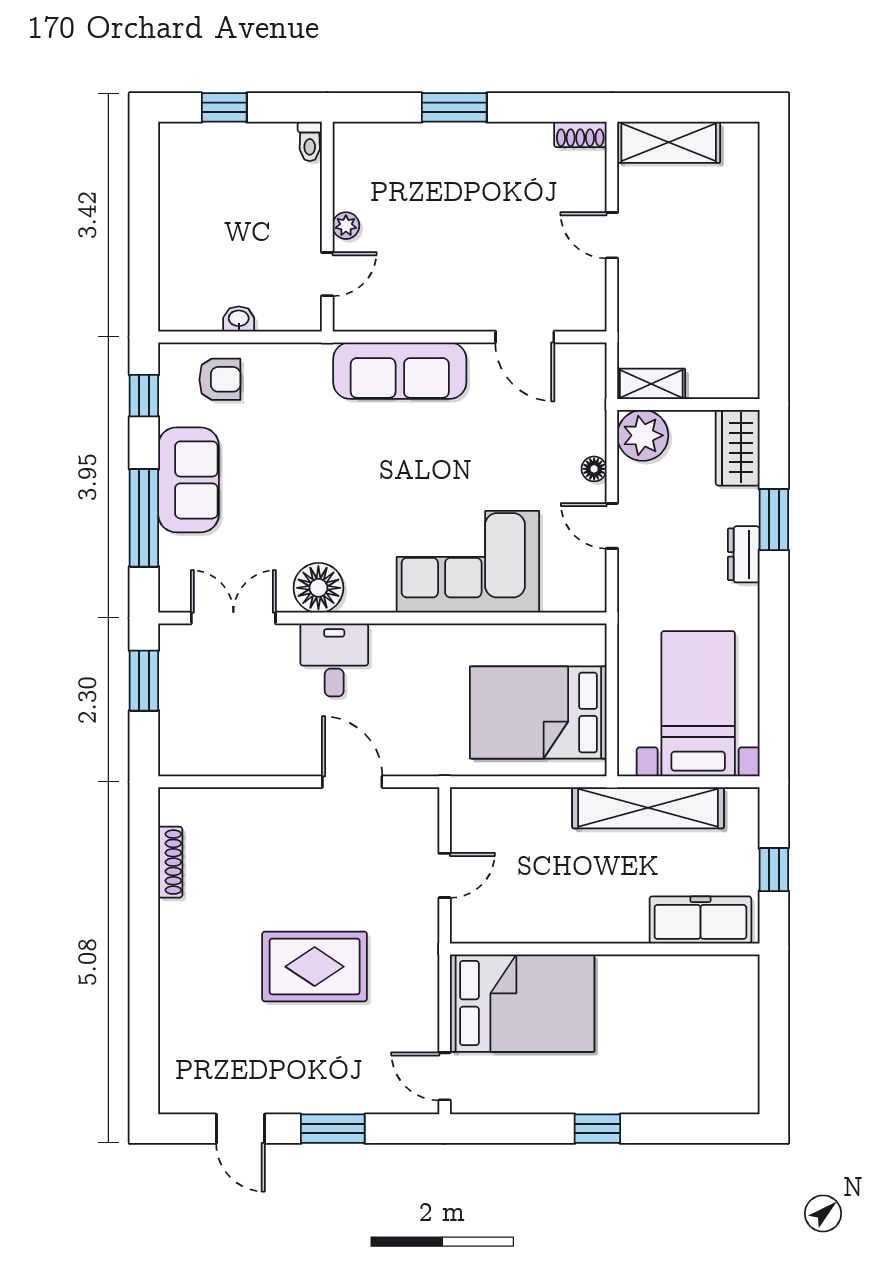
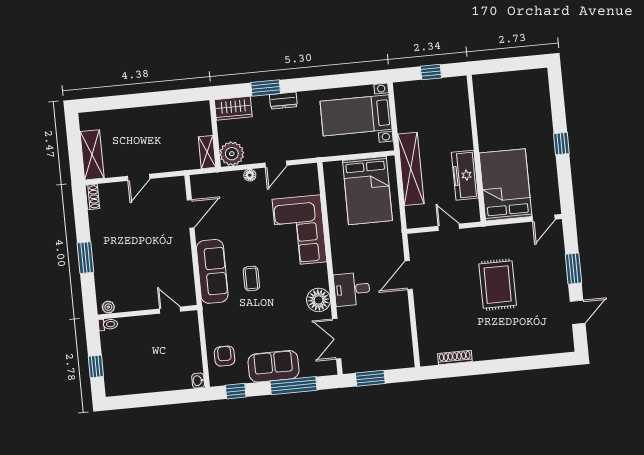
plant: (346, 226) -> (108, 307), moved
washbasin: (239, 319) -> (198, 381), moved
coffee table: (377, 451) -> (251, 278), added
shelving: (648, 808) -> (411, 169), moved
freezer: (700, 920) -> (465, 175), moved

